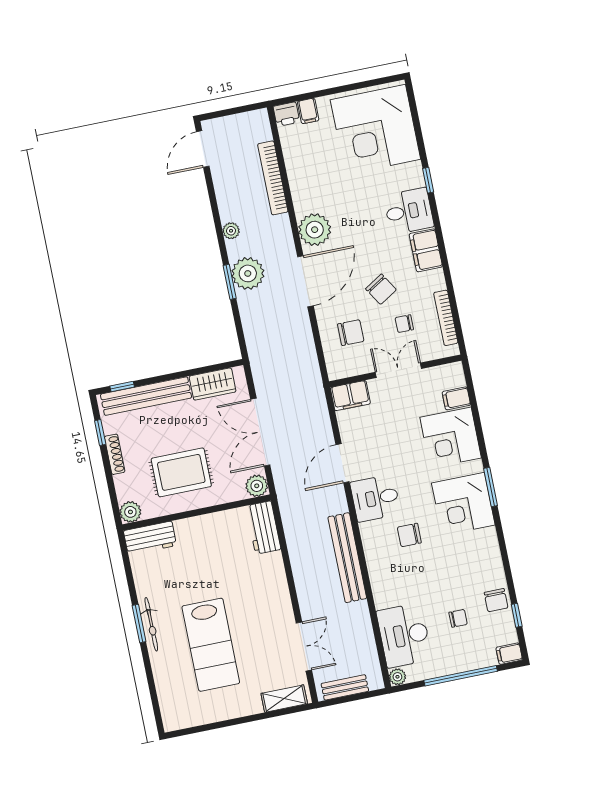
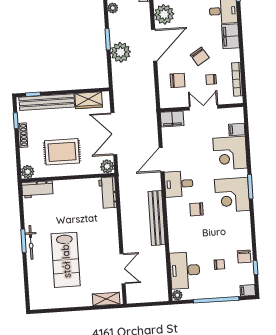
plant: (248, 273) -> (121, 52), moved
bench: (345, 687) -> (144, 297), removed

